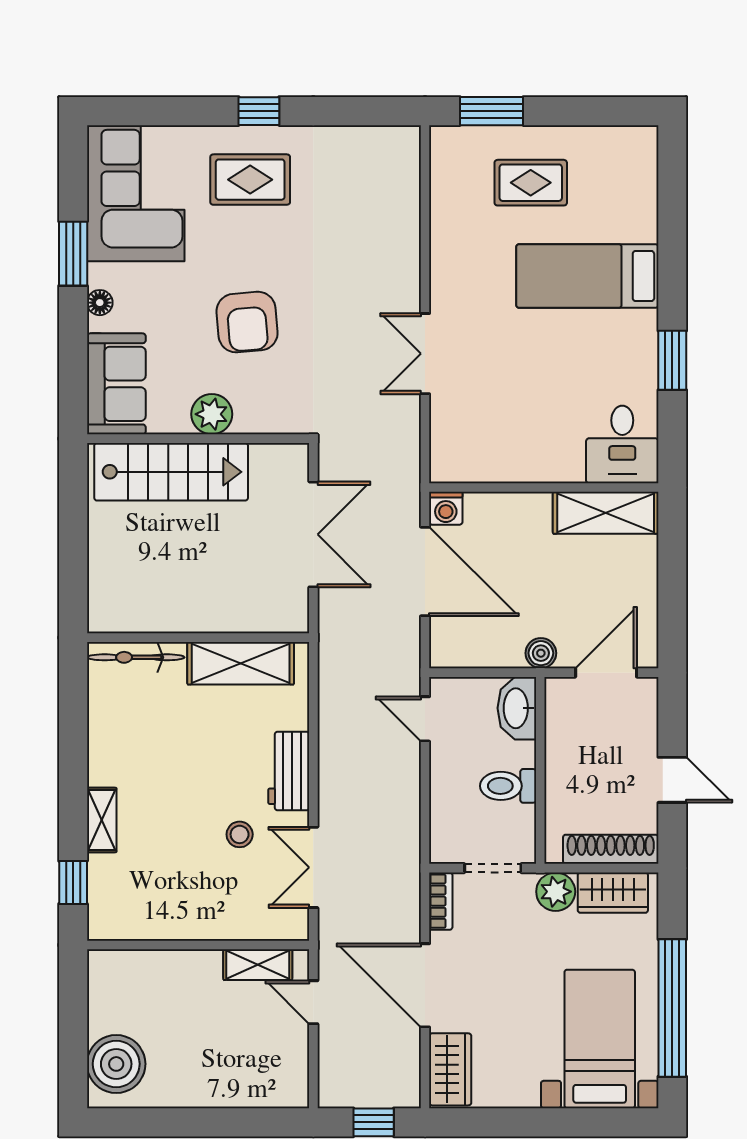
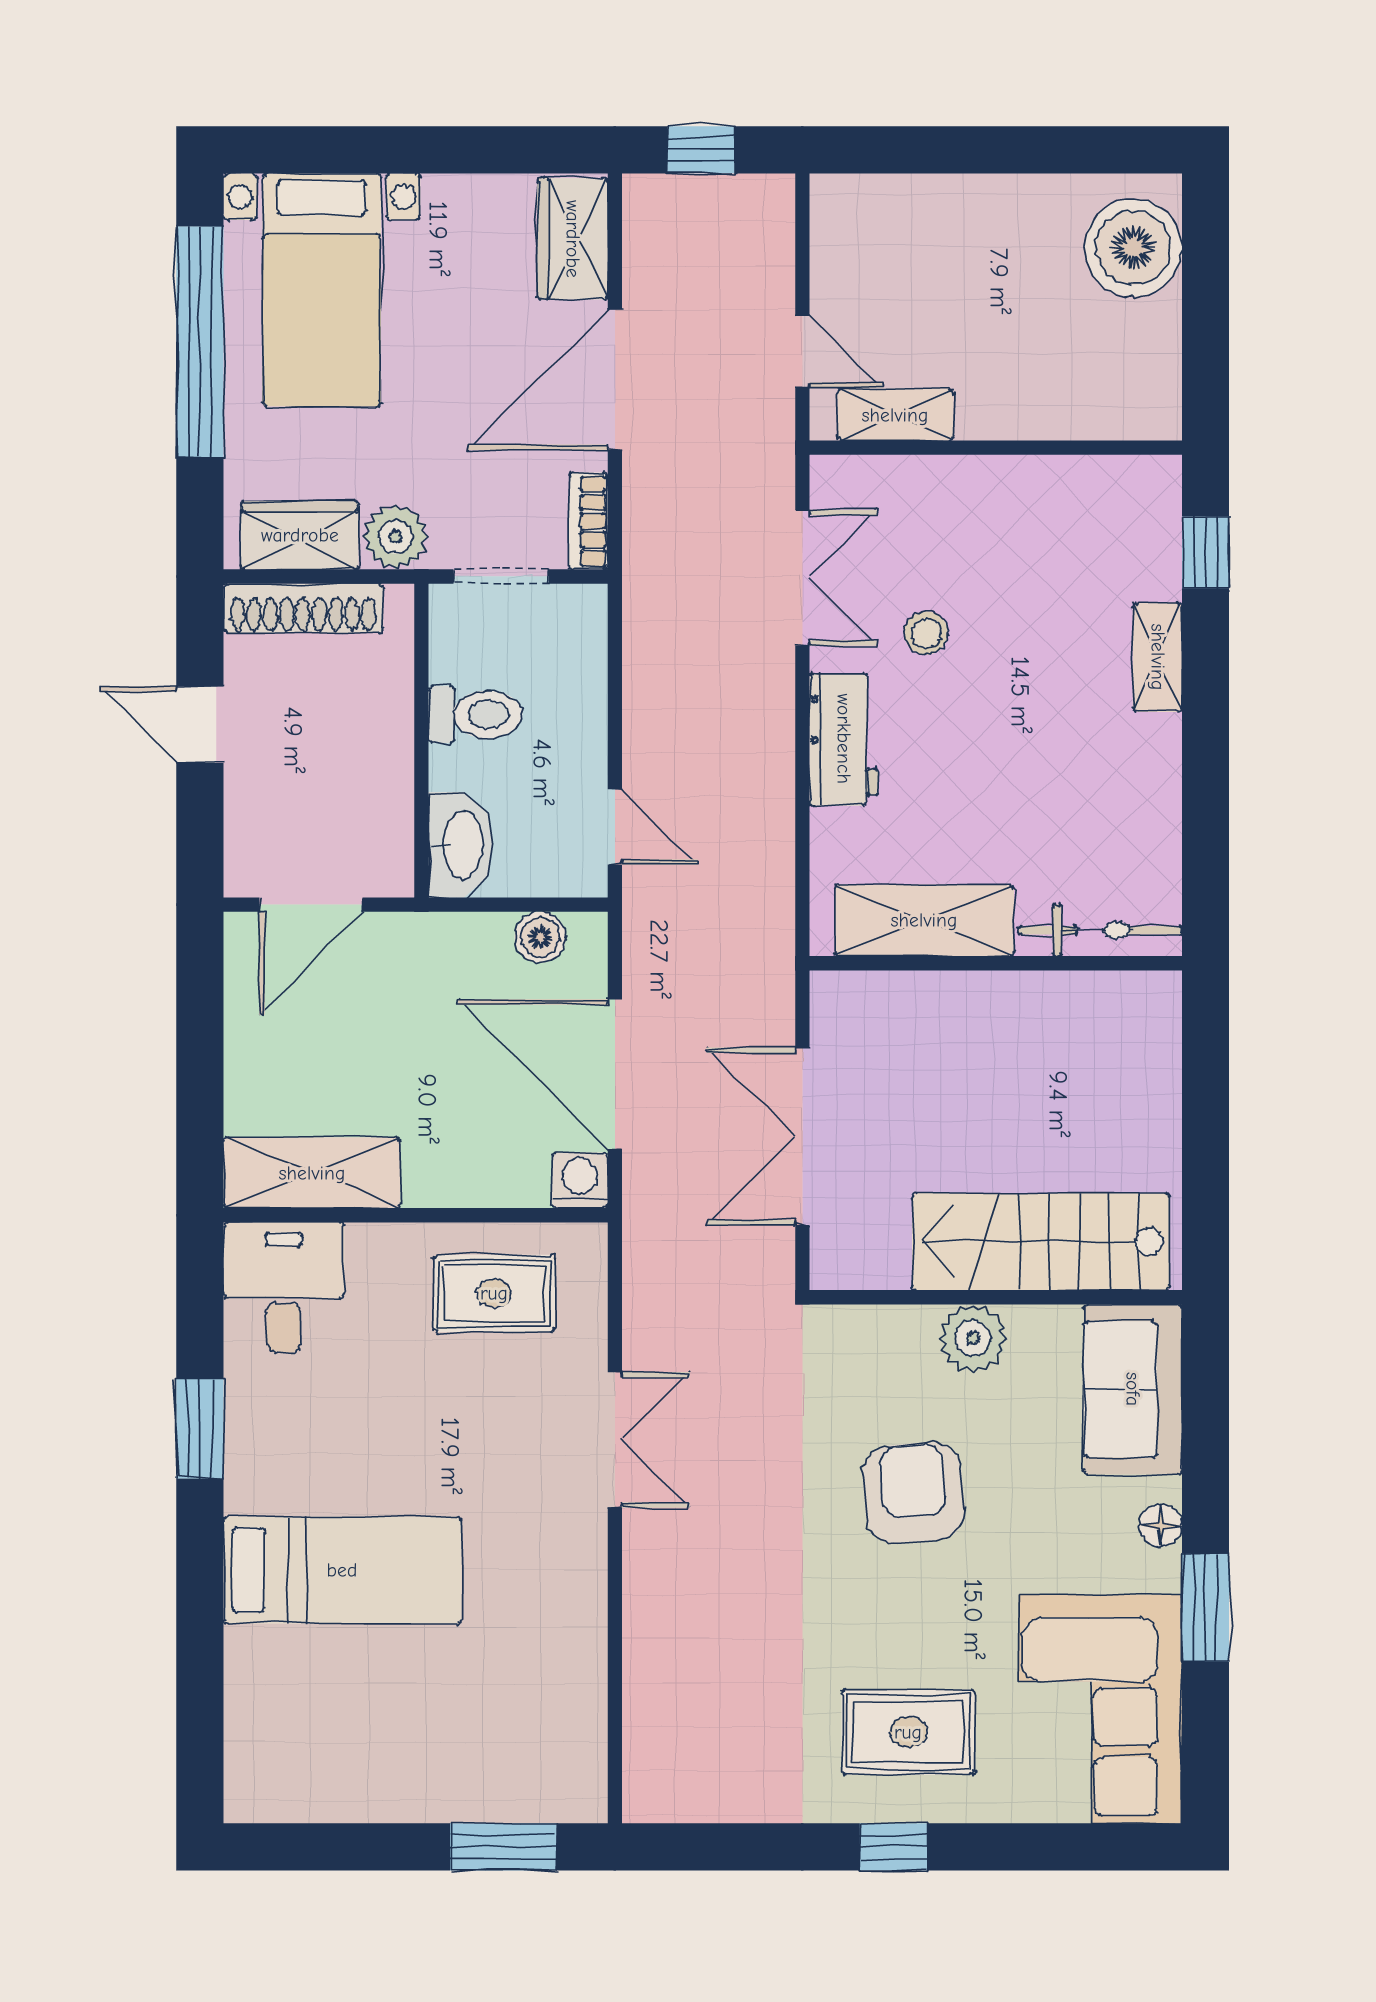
rug: (531, 183) -> (494, 1293), moved
boiler: (541, 653) -> (540, 937), moved
door: (425, 985) -> (615, 380), swing flipped

